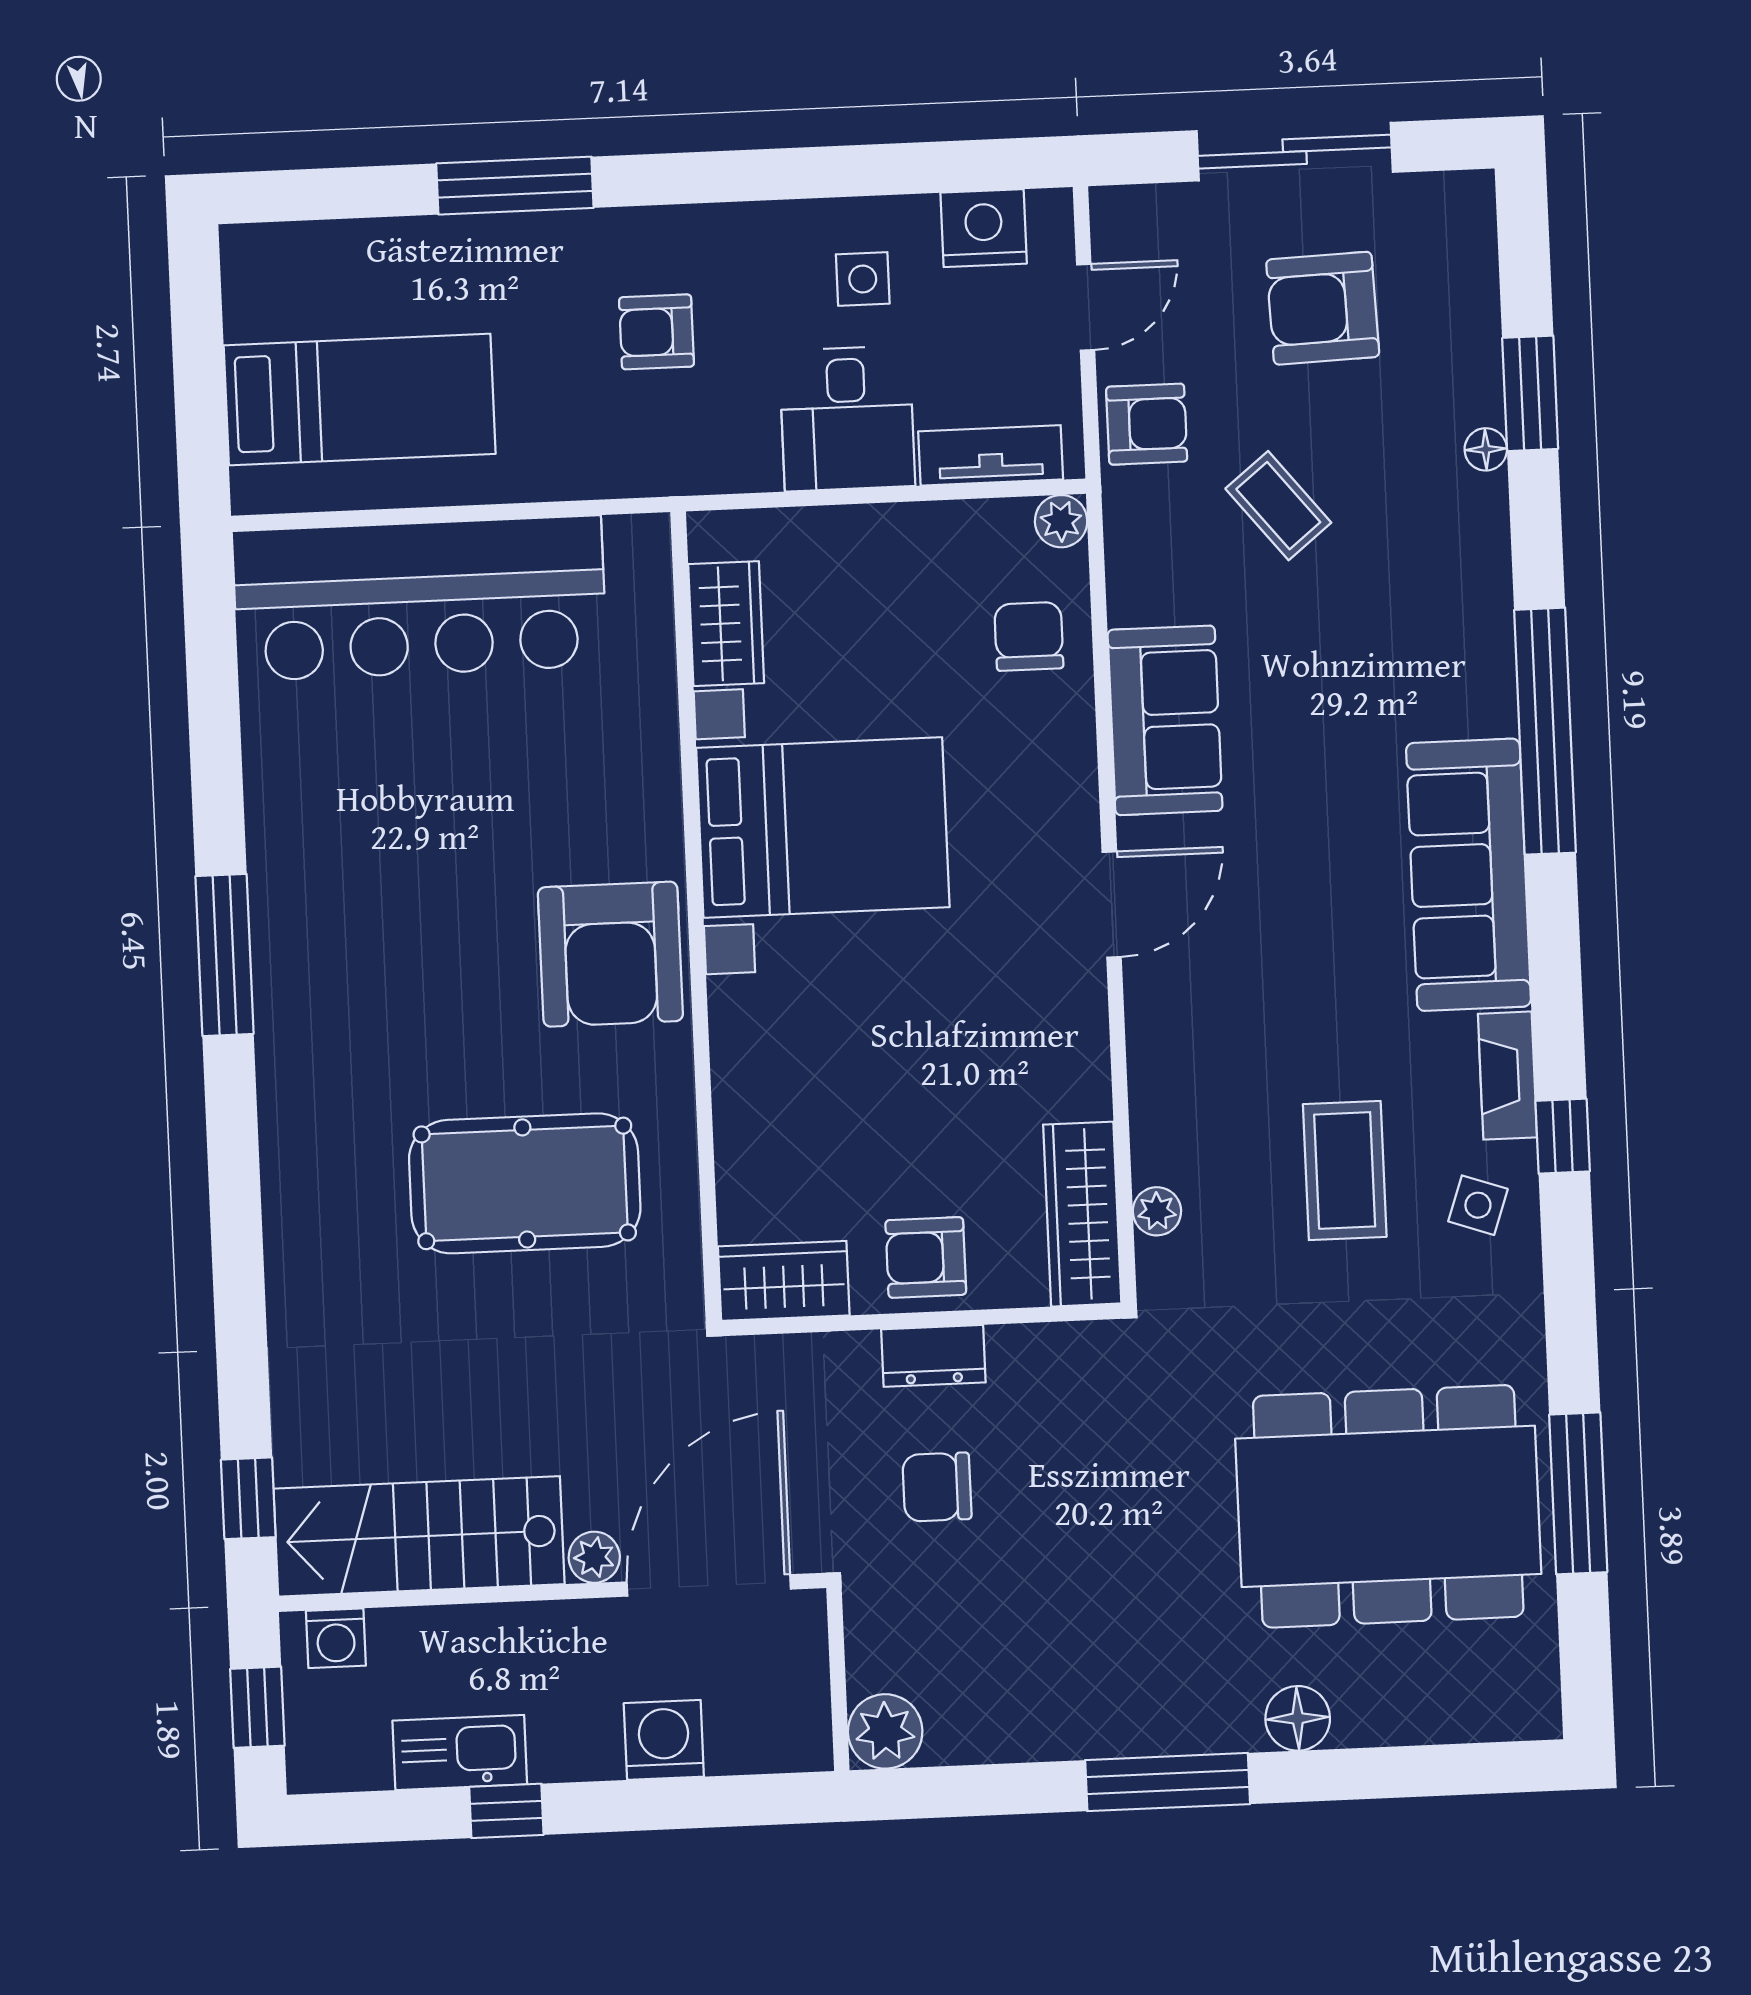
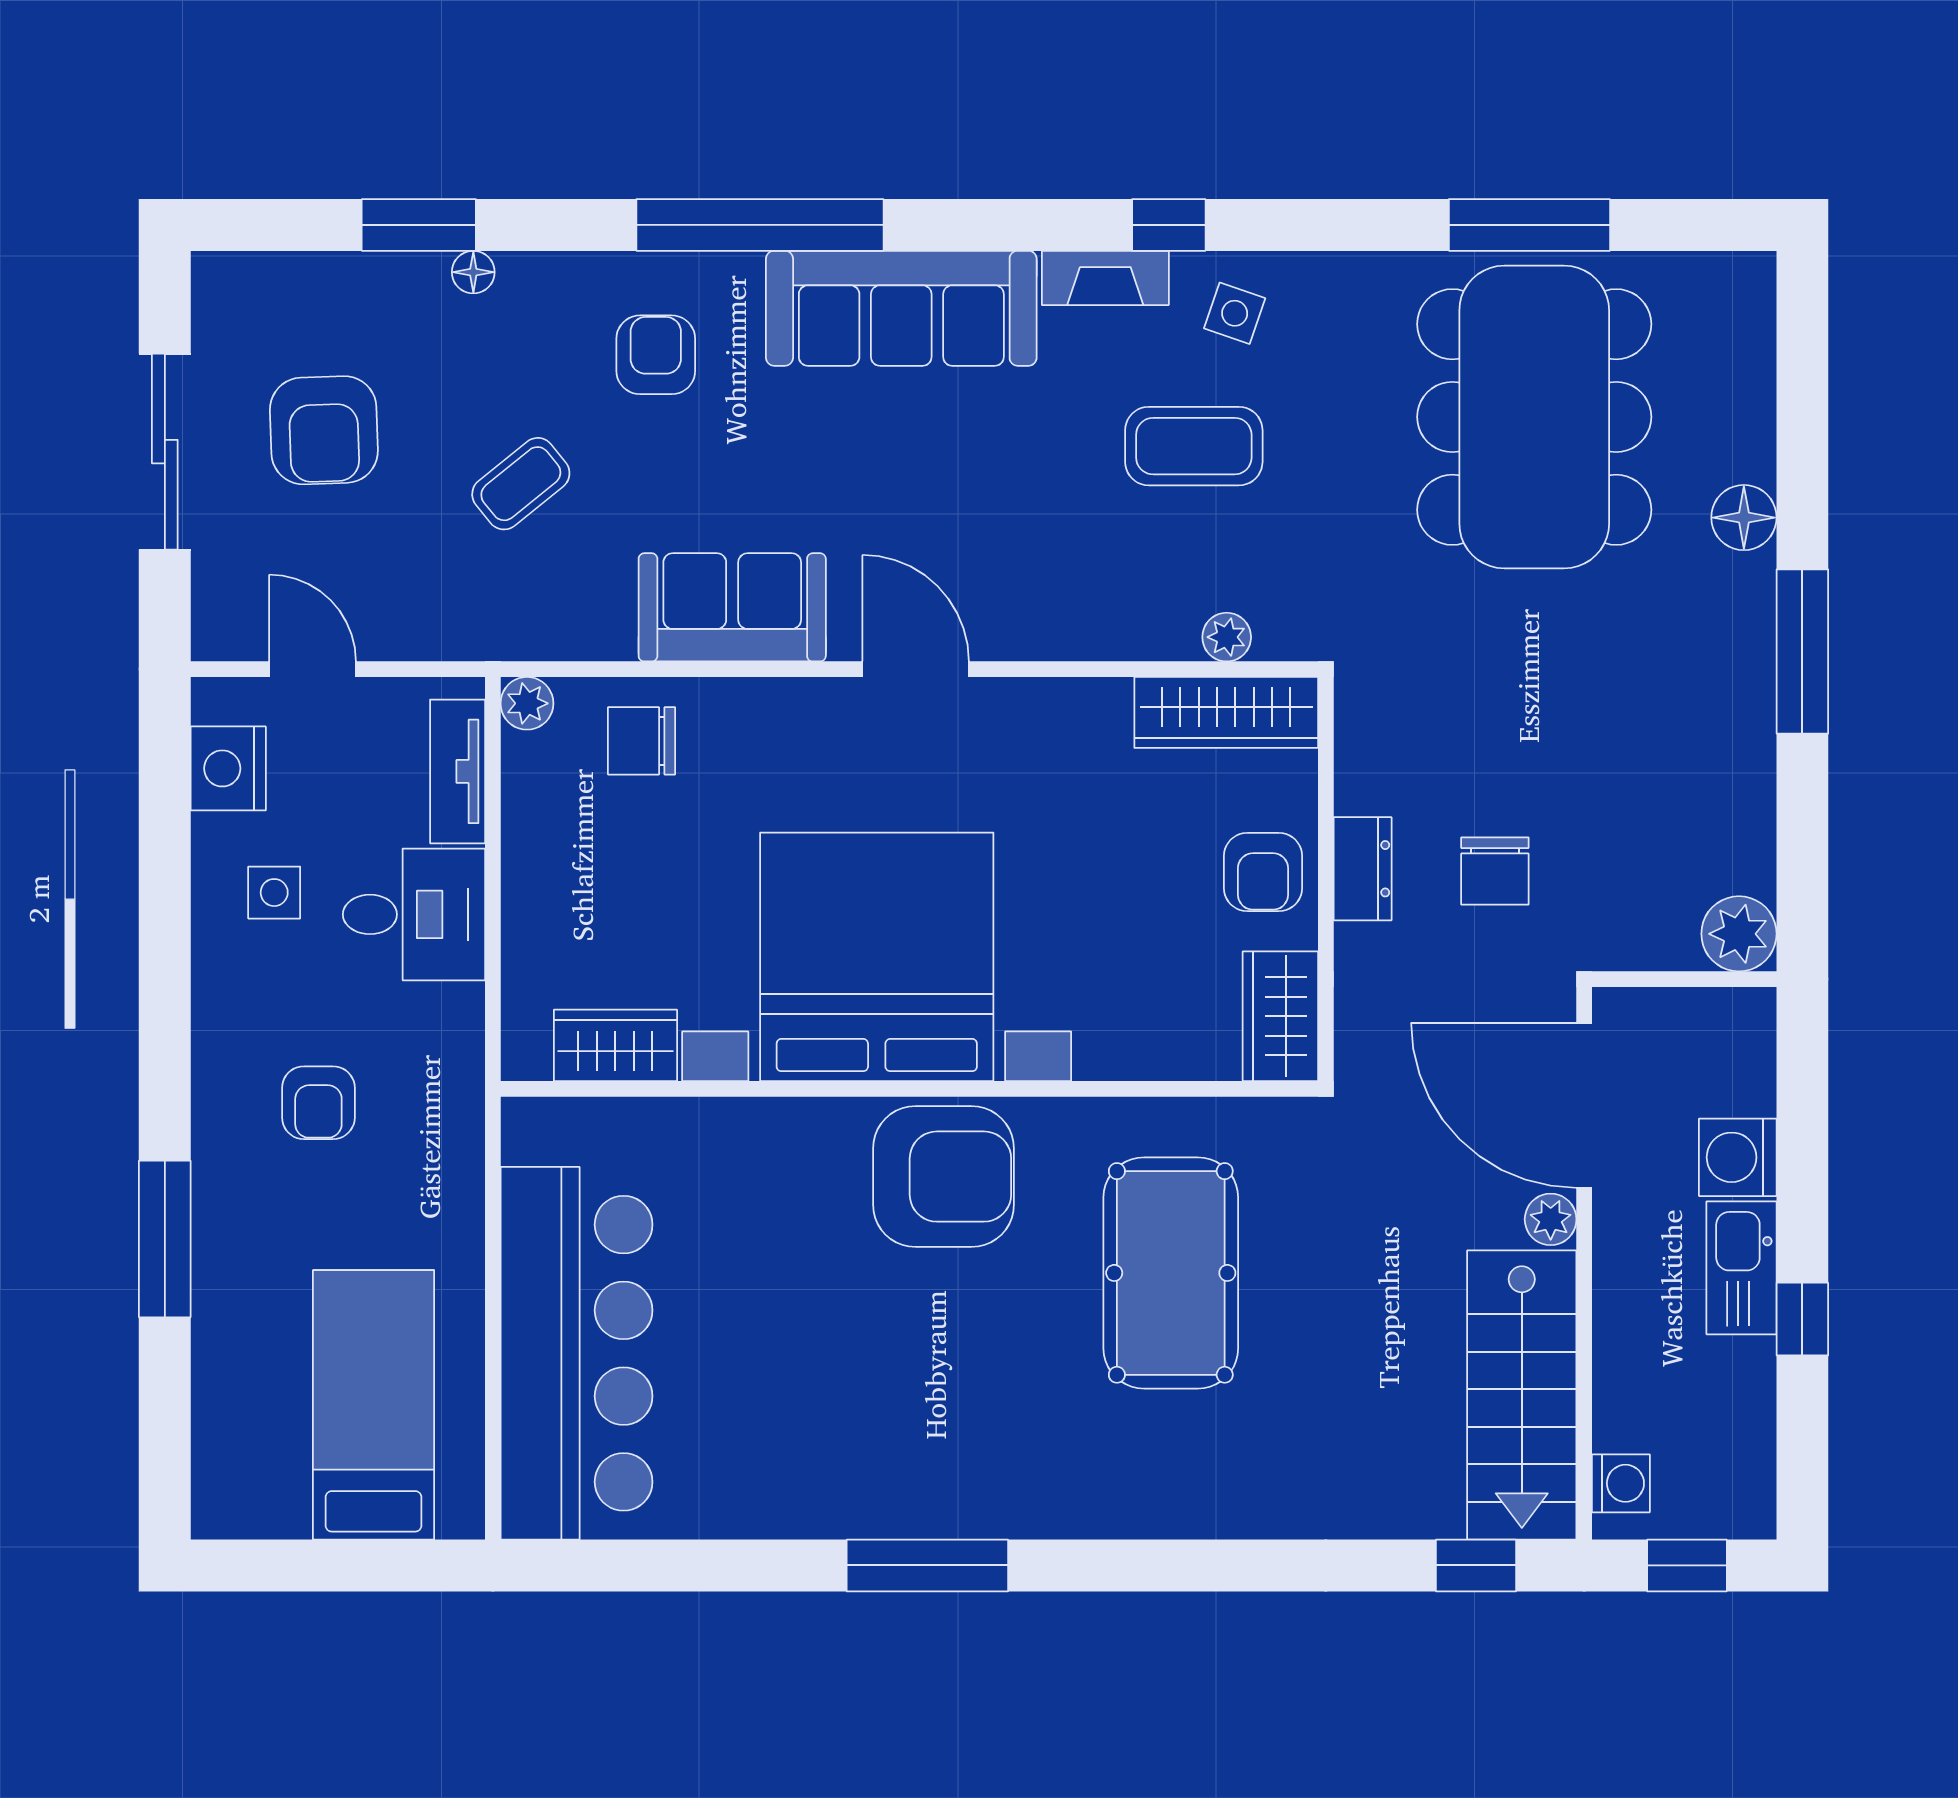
armchair: (1147, 424) -> (656, 355), moved
bed with nightstands: (823, 827) -> (877, 957), width x1.36
kitchen sink: (460, 1753) -> (1741, 1268), moved

